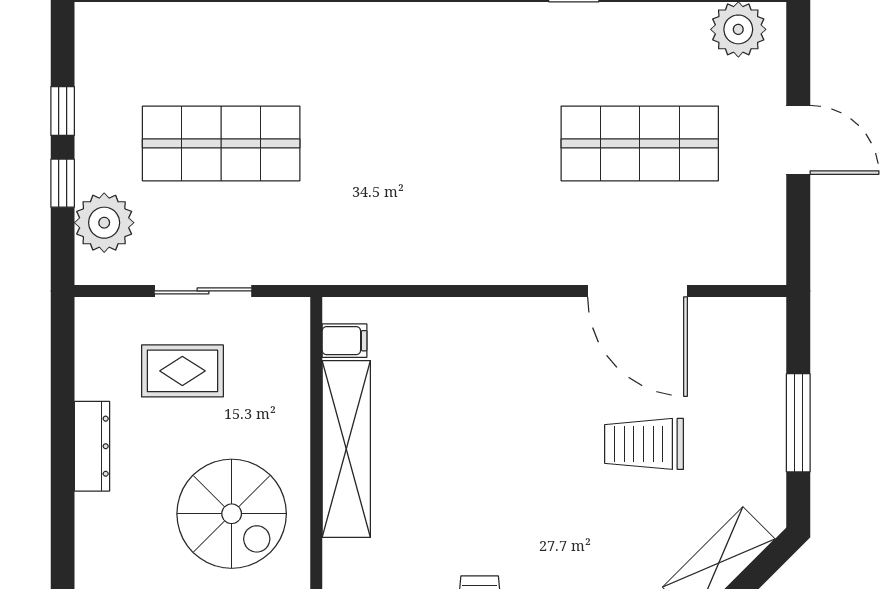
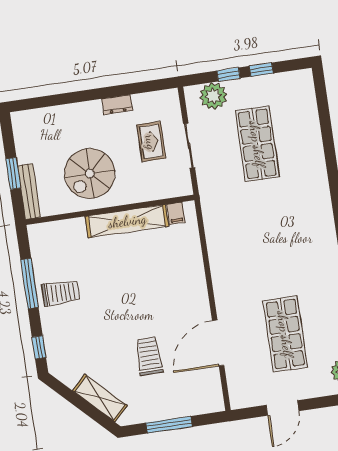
door: (798, 140) -> (283, 408), moved
dresser: (92, 446) -> (117, 105), width x0.70

